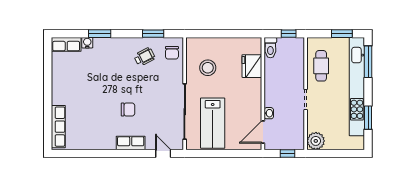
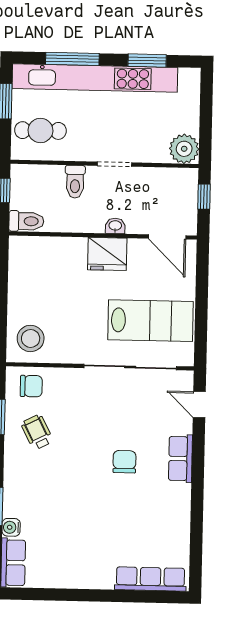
window: (368, 62) -> (72, 59), moved
fridge: (252, 66) -> (107, 254), moved
cafe table: (321, 66) -> (40, 131), moved
stool: (208, 68) -> (31, 338), moved
toilet: (295, 76) -> (75, 182), added
washbasin: (269, 113) -> (115, 226), moved
door: (163, 153) -> (199, 405), hinge flipped

